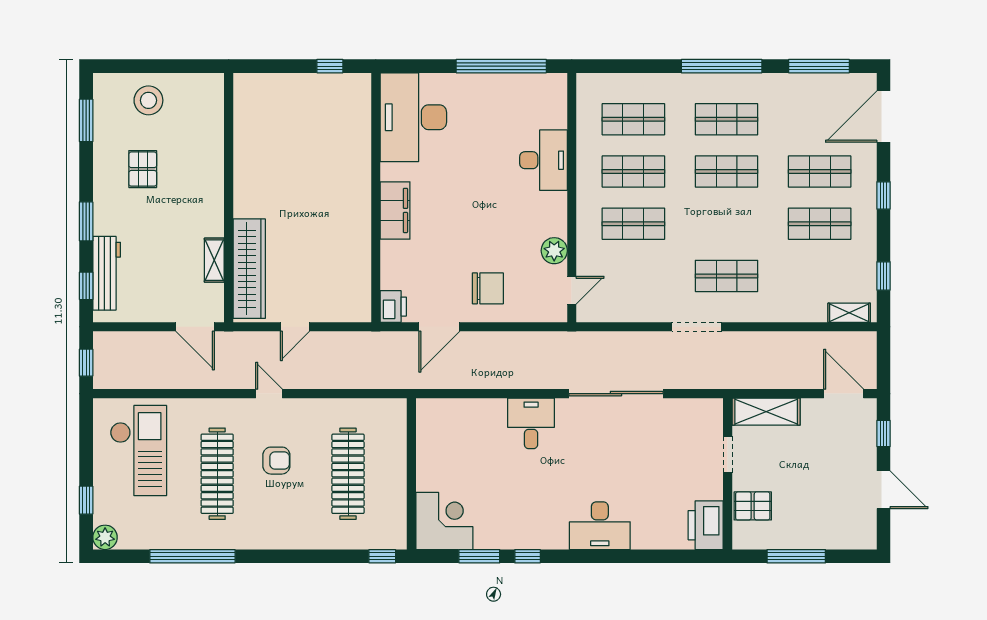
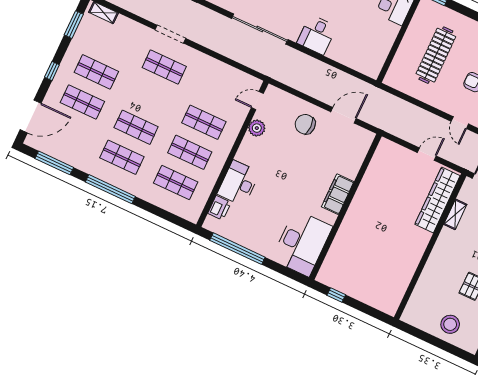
window: (884, 276) -> (74, 25), width x1.50
printer: (393, 307) -> (219, 208), moved, turned 180
doorway: (697, 327) -> (170, 34), moved

